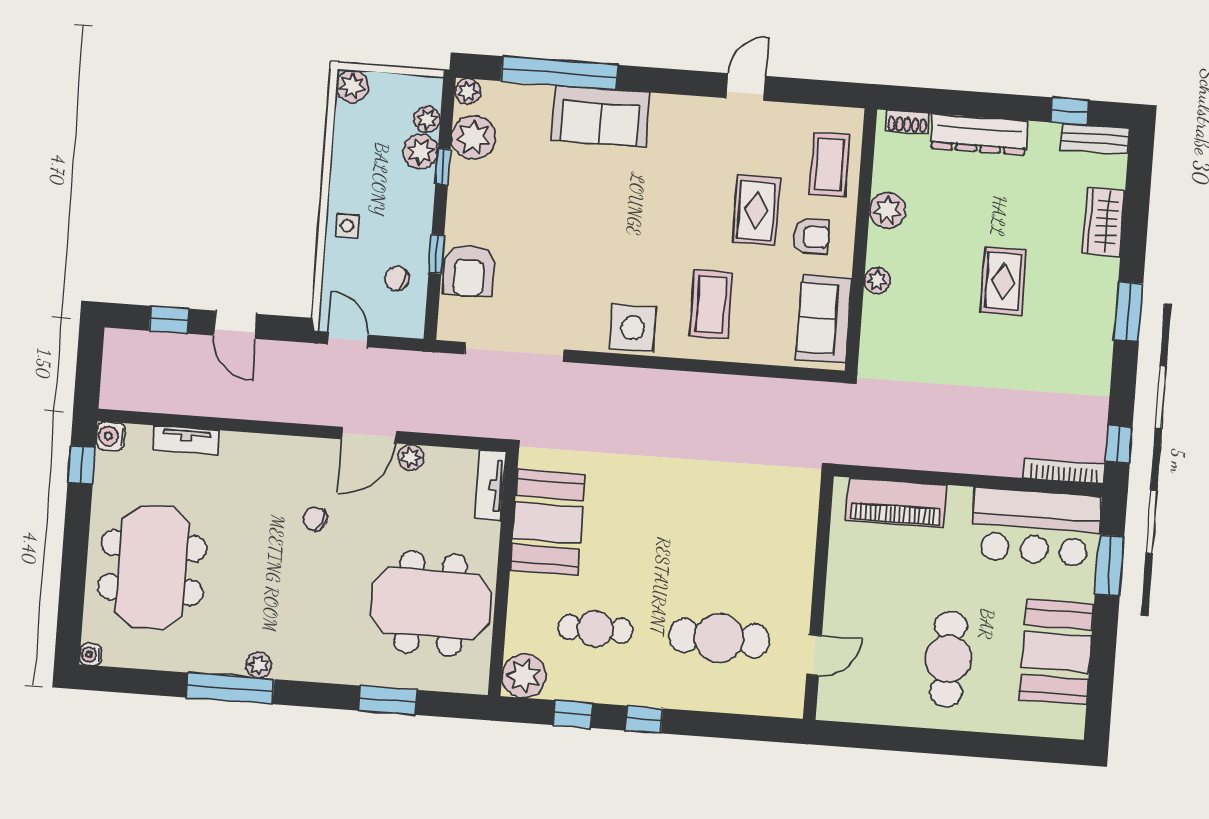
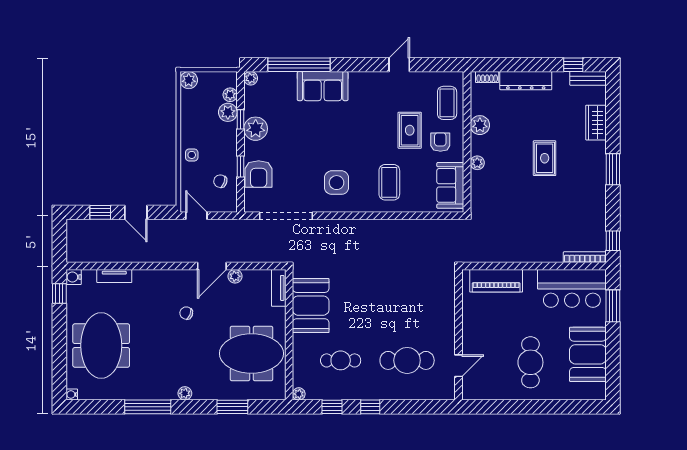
plant: (473, 138) -> (256, 129), moved
armchair: (811, 237) -> (440, 142), turned -90
side table: (633, 328) -> (337, 183), moved
plant: (259, 665) -> (185, 393), moved
plant: (524, 676) -> (299, 394), width x0.53, depth x0.53

